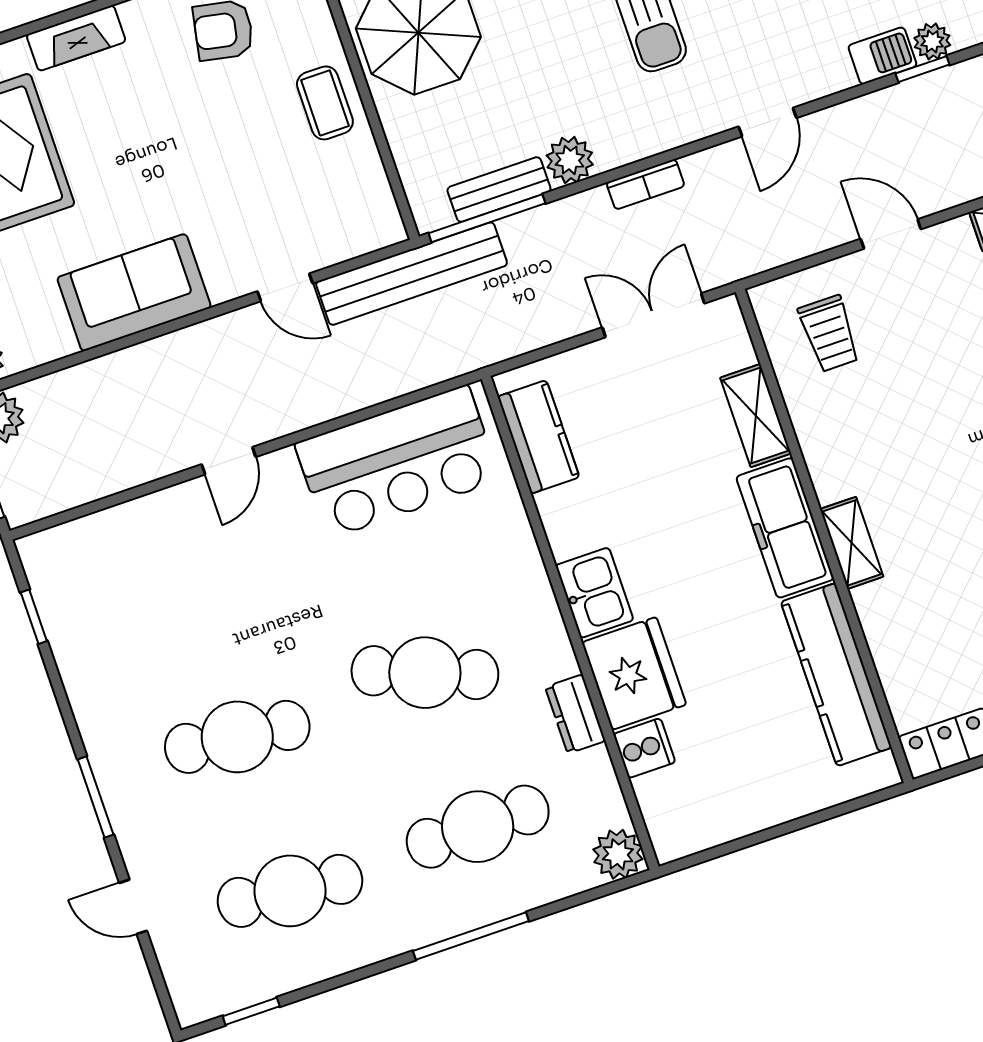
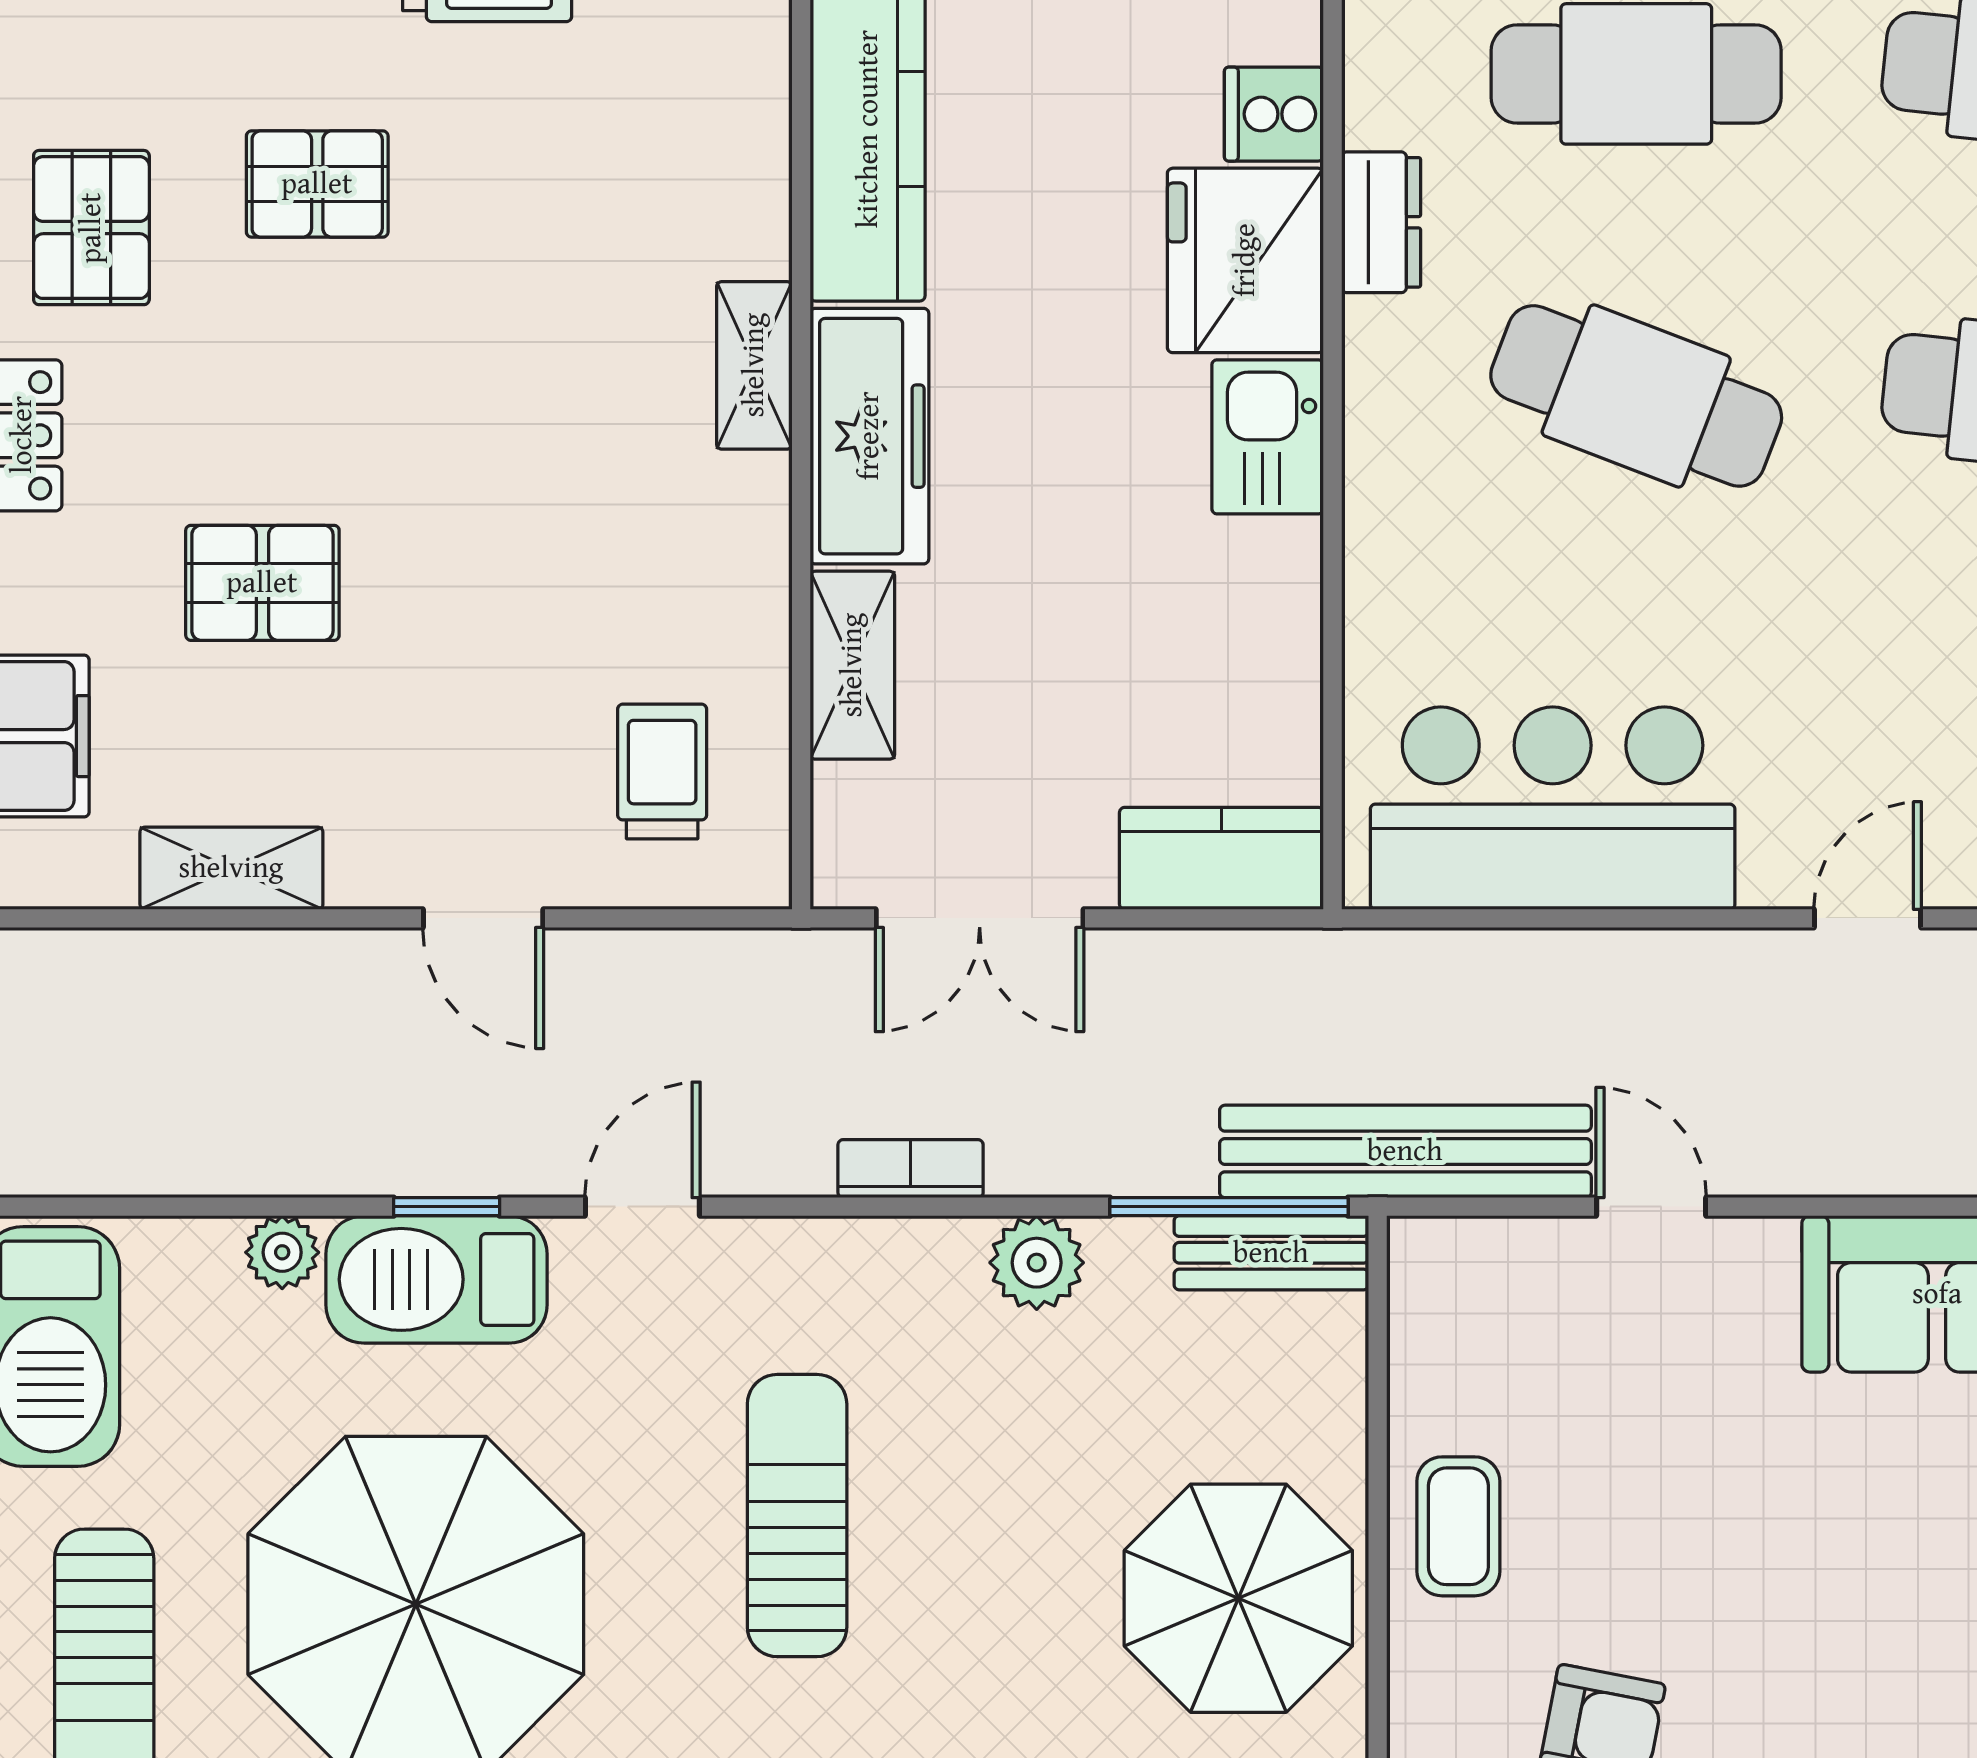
barbecue: (882, 56) -> (437, 1279), width x1.88, depth x1.53
window: (923, 69) -> (447, 1207), moved
bench: (499, 189) -> (1271, 1253), moved
kitchen counter: (539, 437) -> (1221, 858), moved, turned 90

